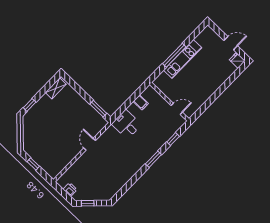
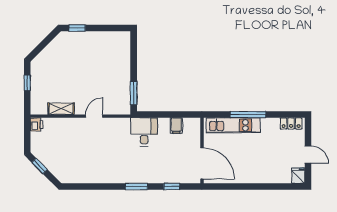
locker: (203, 36) -> (291, 123), added
kitchen unit: (183, 59) -> (233, 125), moved
shelving: (56, 88) -> (61, 109), moved
door: (177, 109) -> (202, 163), width x1.88
printer: (70, 189) -> (37, 124), moved

